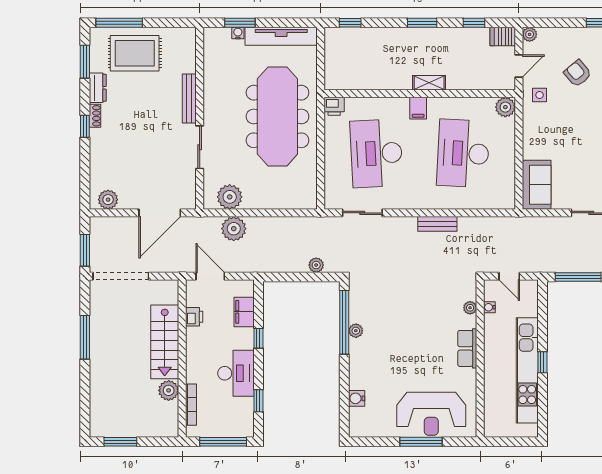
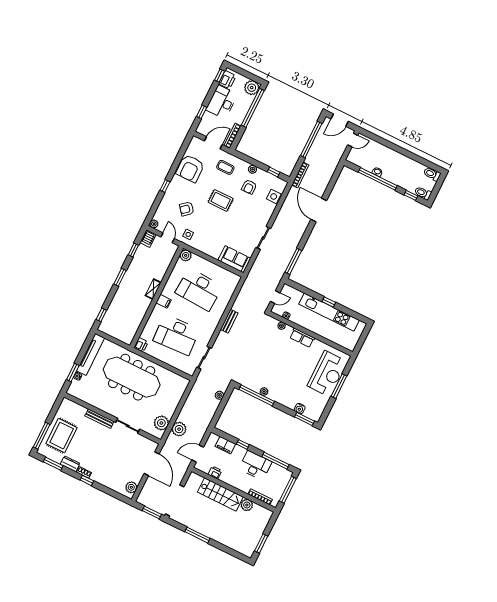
window: (258, 401) -> (275, 461), width x2.17
window: (344, 414) -> (305, 419), added

